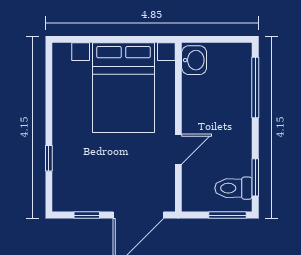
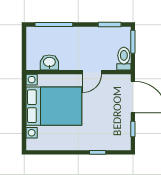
washbasin: (194, 60) -> (49, 62), moved
door: (178, 149) -> (92, 72), swing flipped
toilet: (233, 188) -> (124, 59), moved, turned 180

